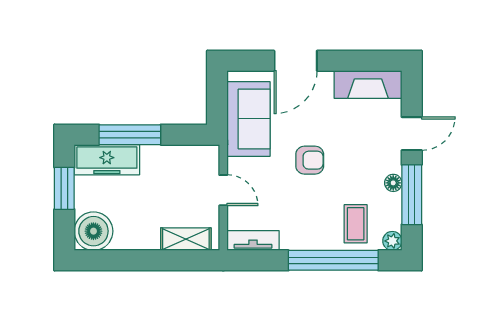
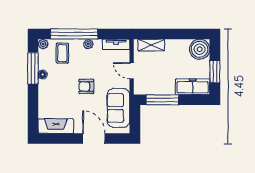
door: (296, 61) -> (94, 138), hinge flipped
door: (412, 134) -> (33, 100), removed
window: (130, 135) -> (162, 100), moved
plant: (306, 241) -> (88, 44), added

